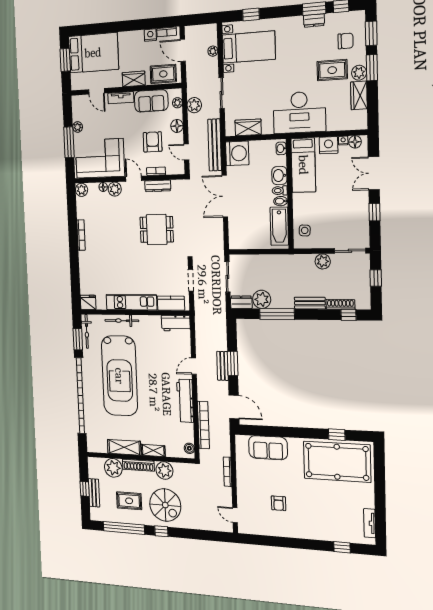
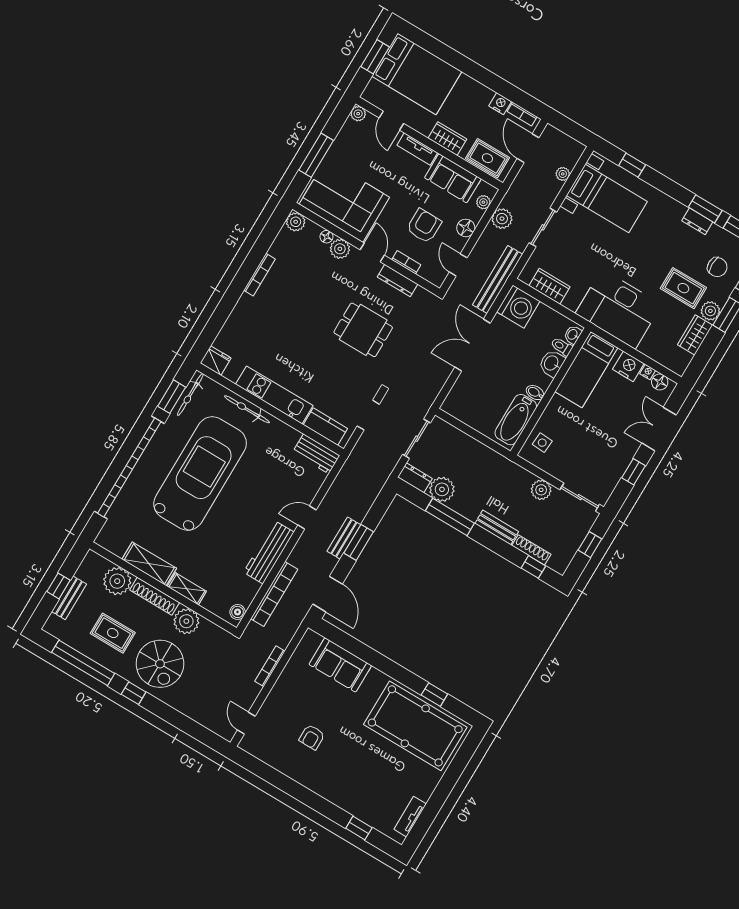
plant: (78, 127) -> (358, 114), moved
toilet: (280, 191) -> (562, 346), moved
car: (119, 376) -> (200, 473), turned 180

